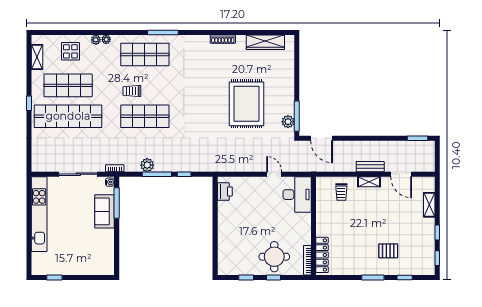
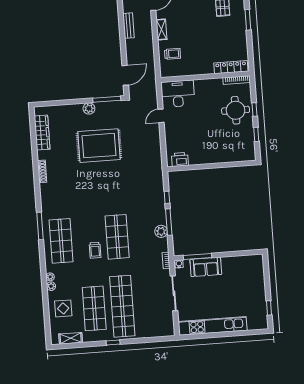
plant: (288, 122) -> (89, 108), moved
bench: (370, 167) -> (129, 26), moved

